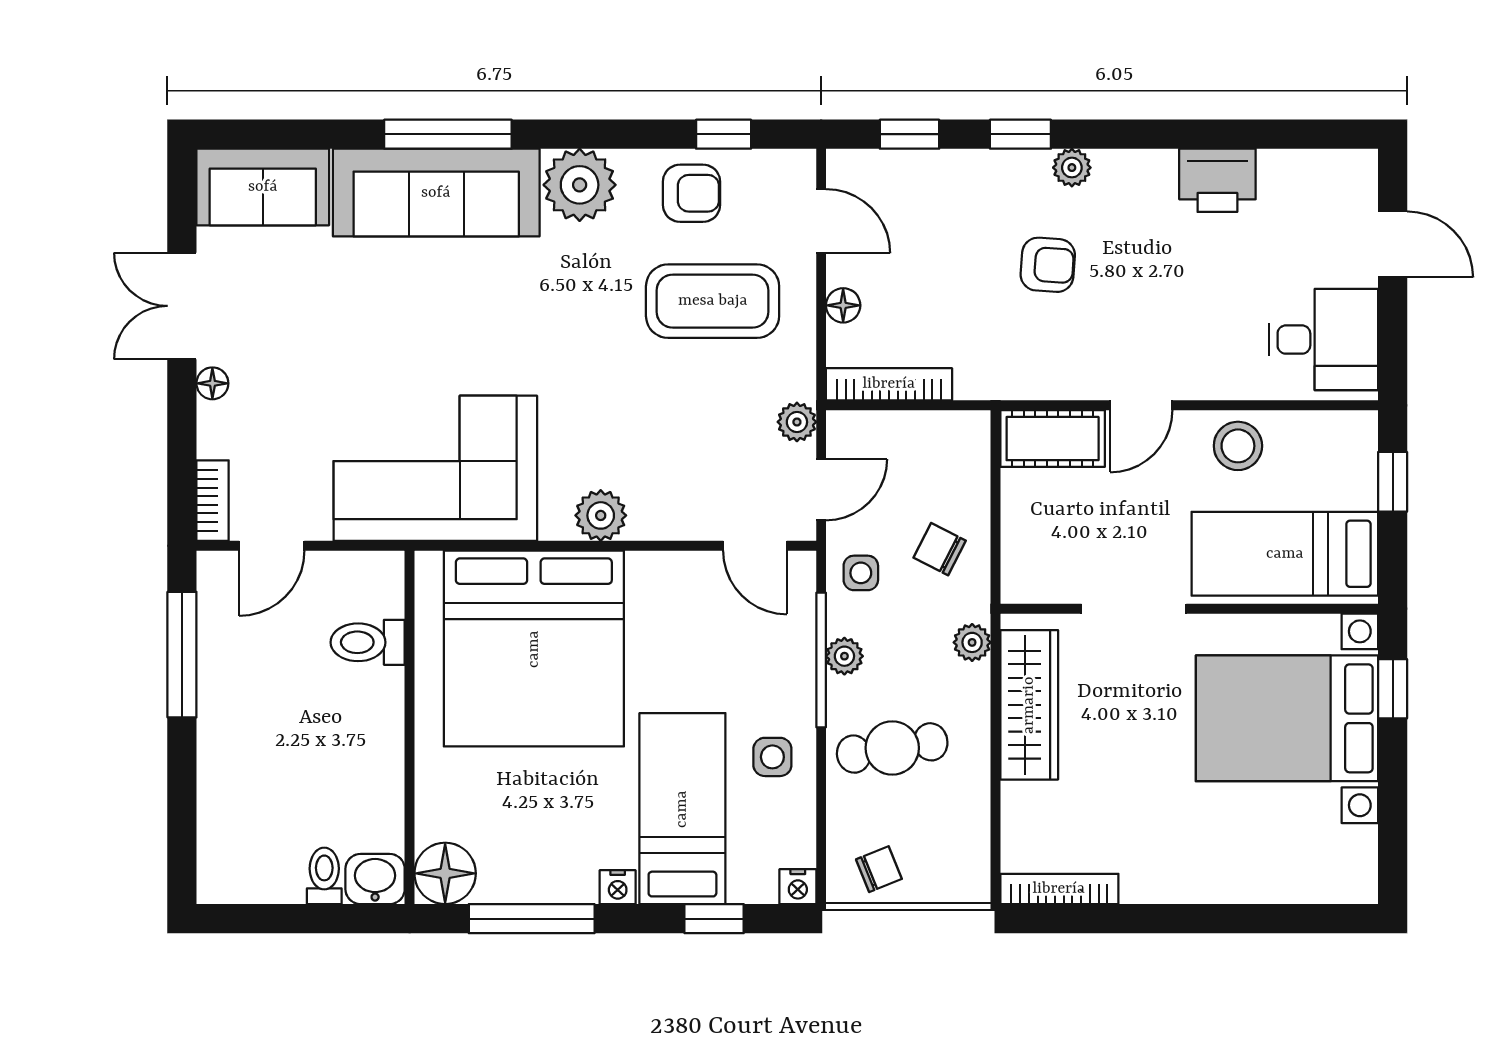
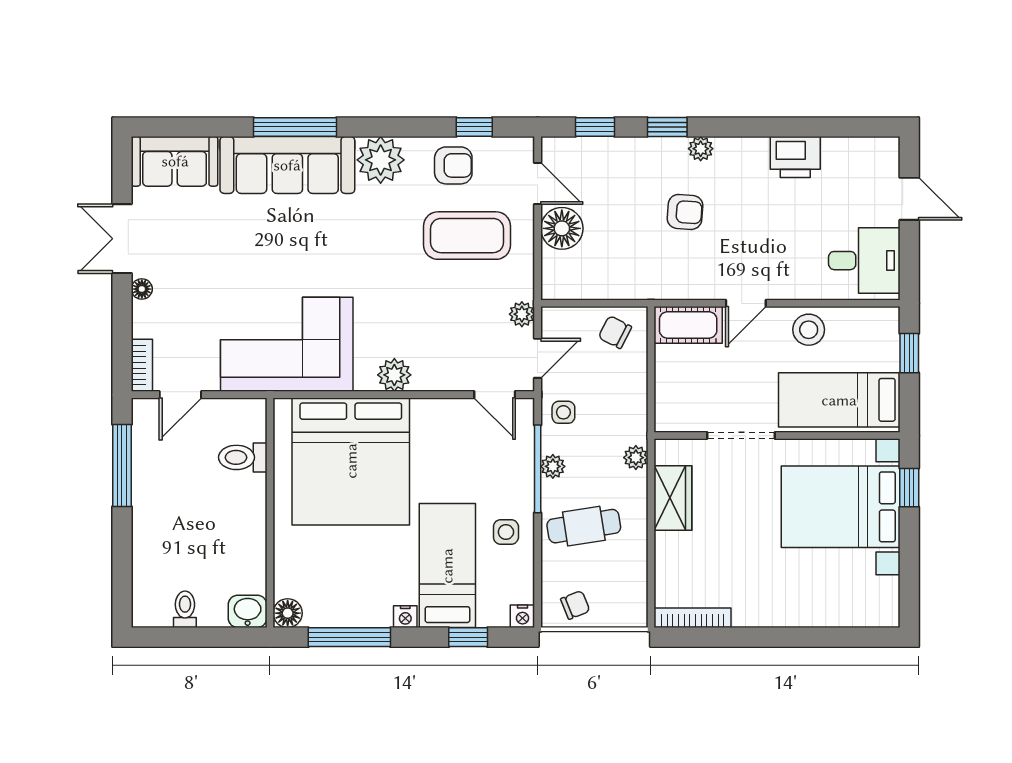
floor lamp: (843, 305) -> (562, 228), width x1.89, depth x1.89
bookcase: (889, 384) -> (582, 290), removed
chair: (940, 549) -> (615, 332), moved
wardrobe: (1029, 705) -> (673, 498), width x0.67
floor lamp: (445, 873) -> (288, 613), width x0.73, depth x0.73
toilet: (324, 876) -> (185, 609), moved

